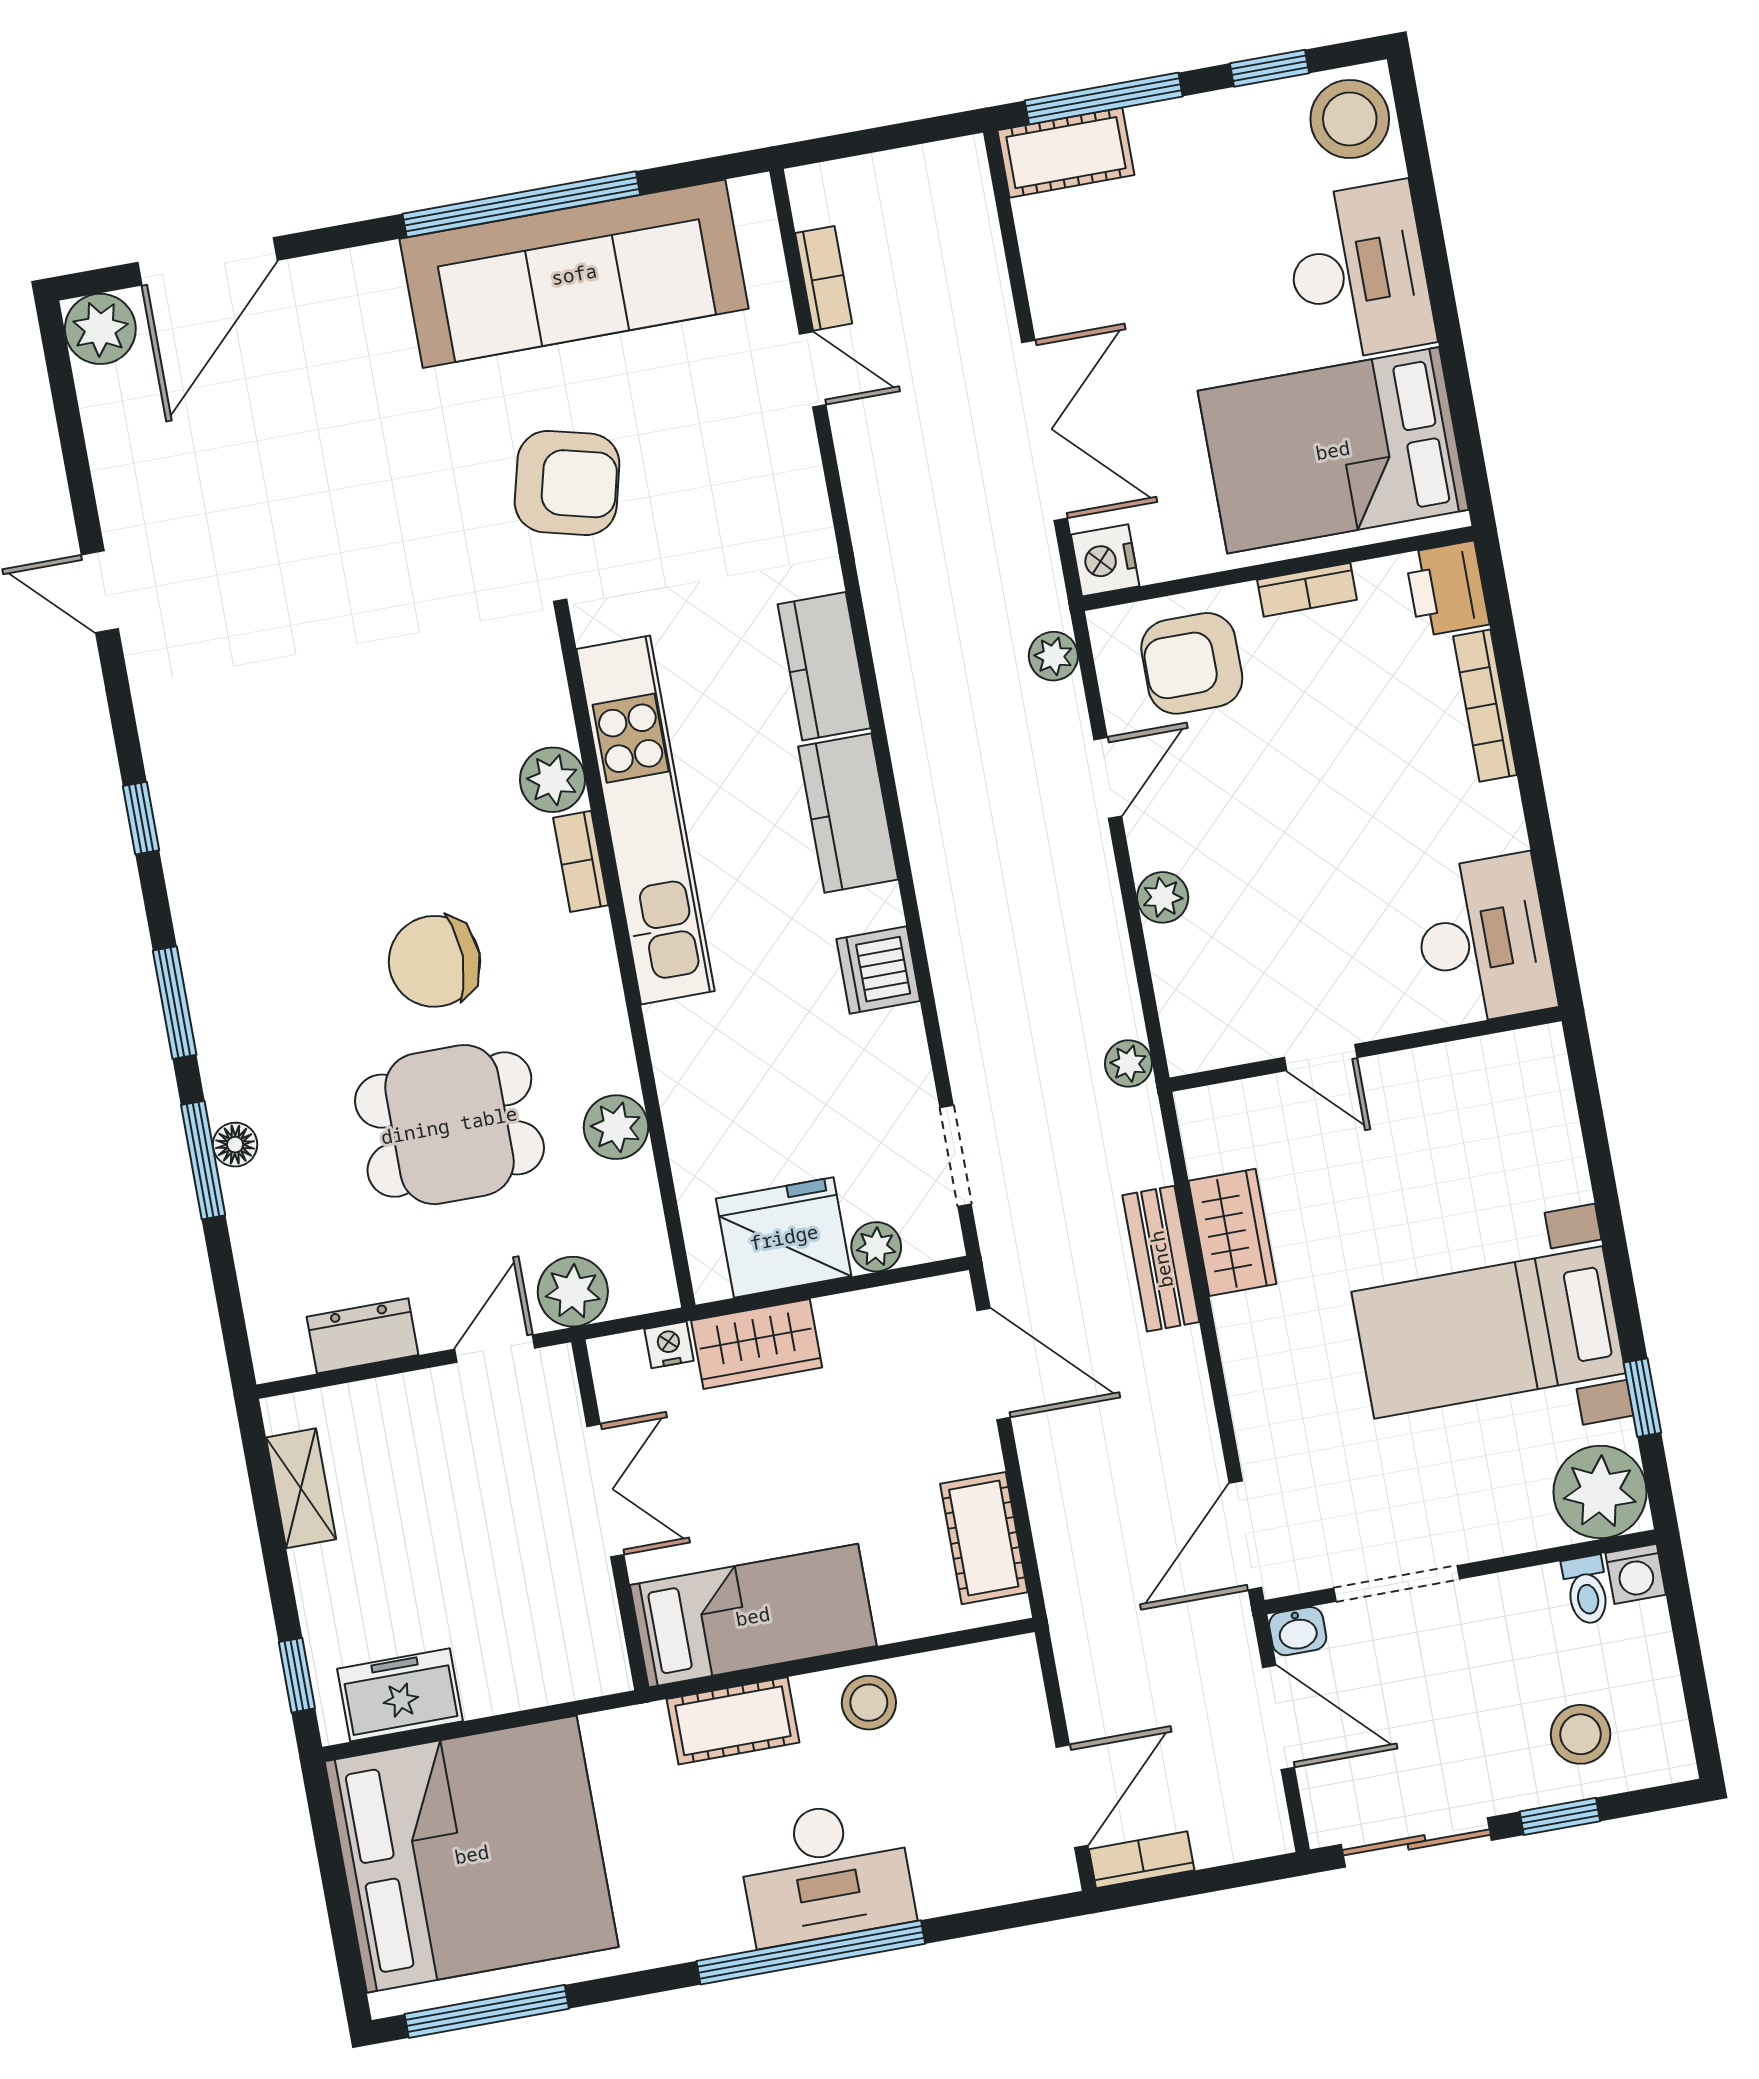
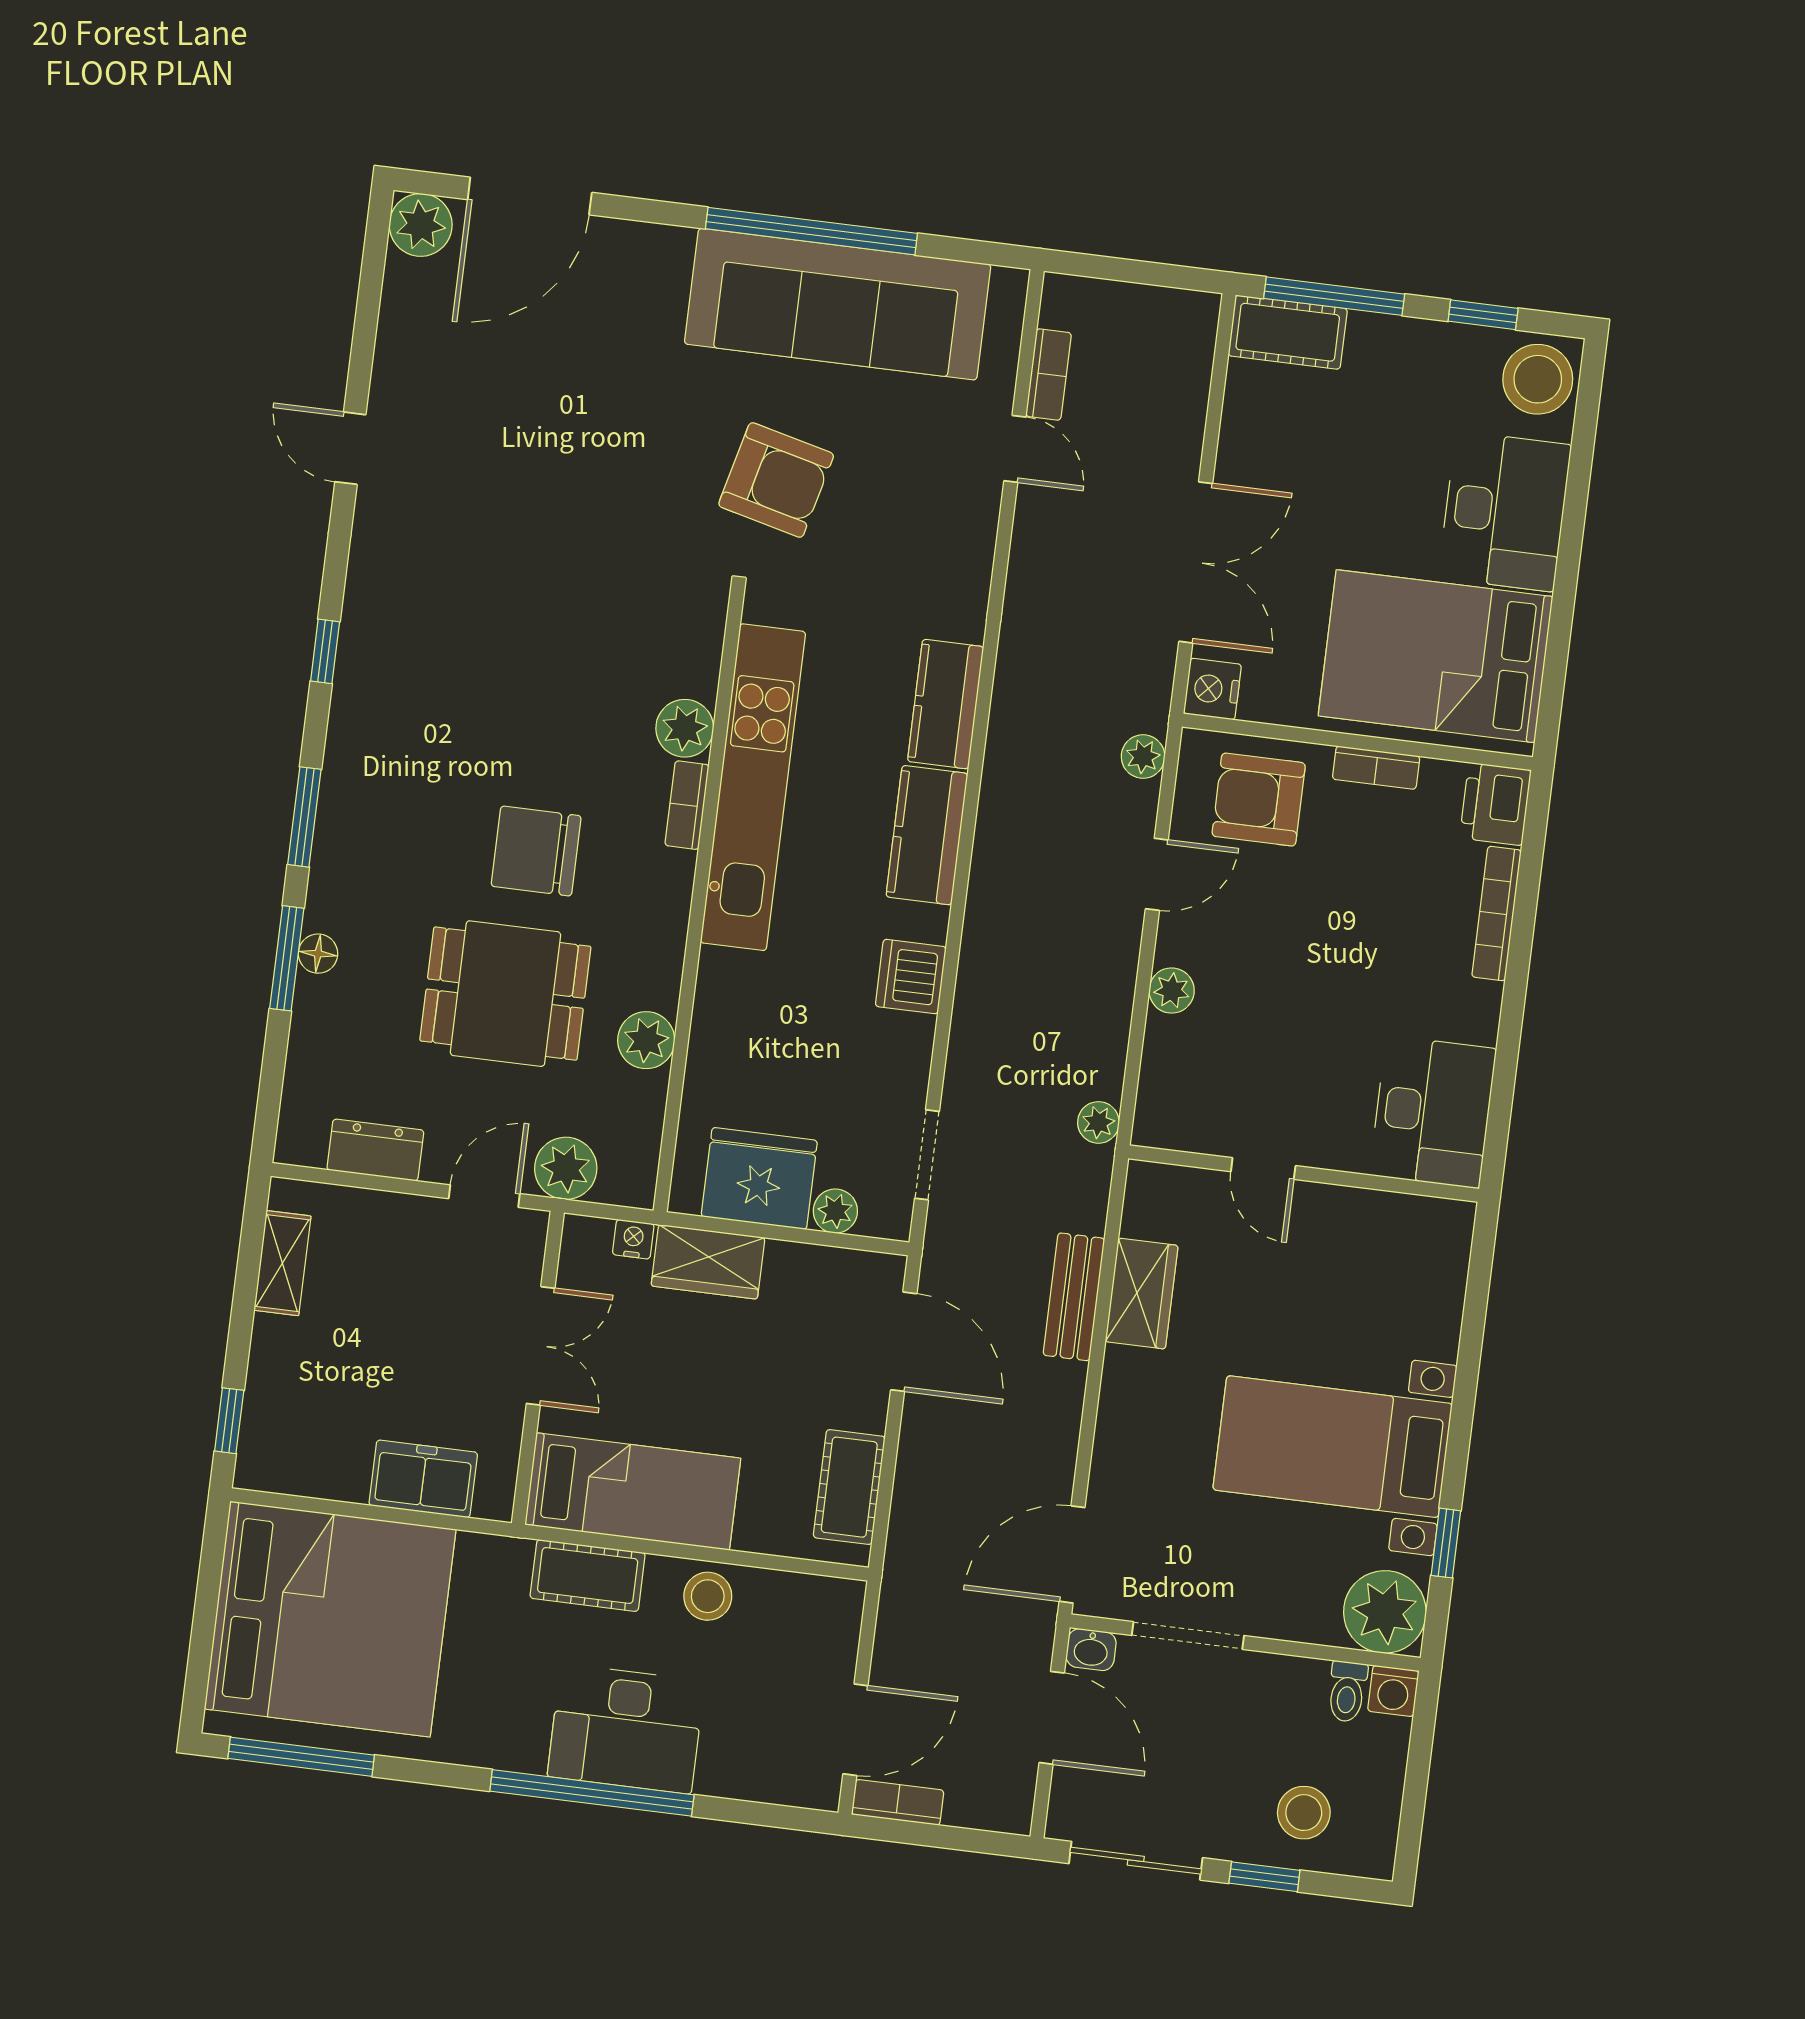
freezer: (400, 1695) -> (423, 1479), moved

